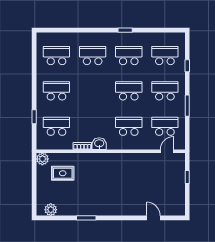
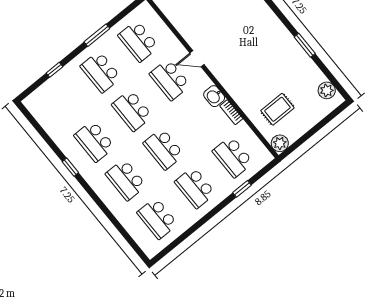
school desk: (165, 56) -> (164, 149), moved
door: (167, 151) -> (197, 59), moved
rug: (63, 173) -> (277, 109), turned 90

